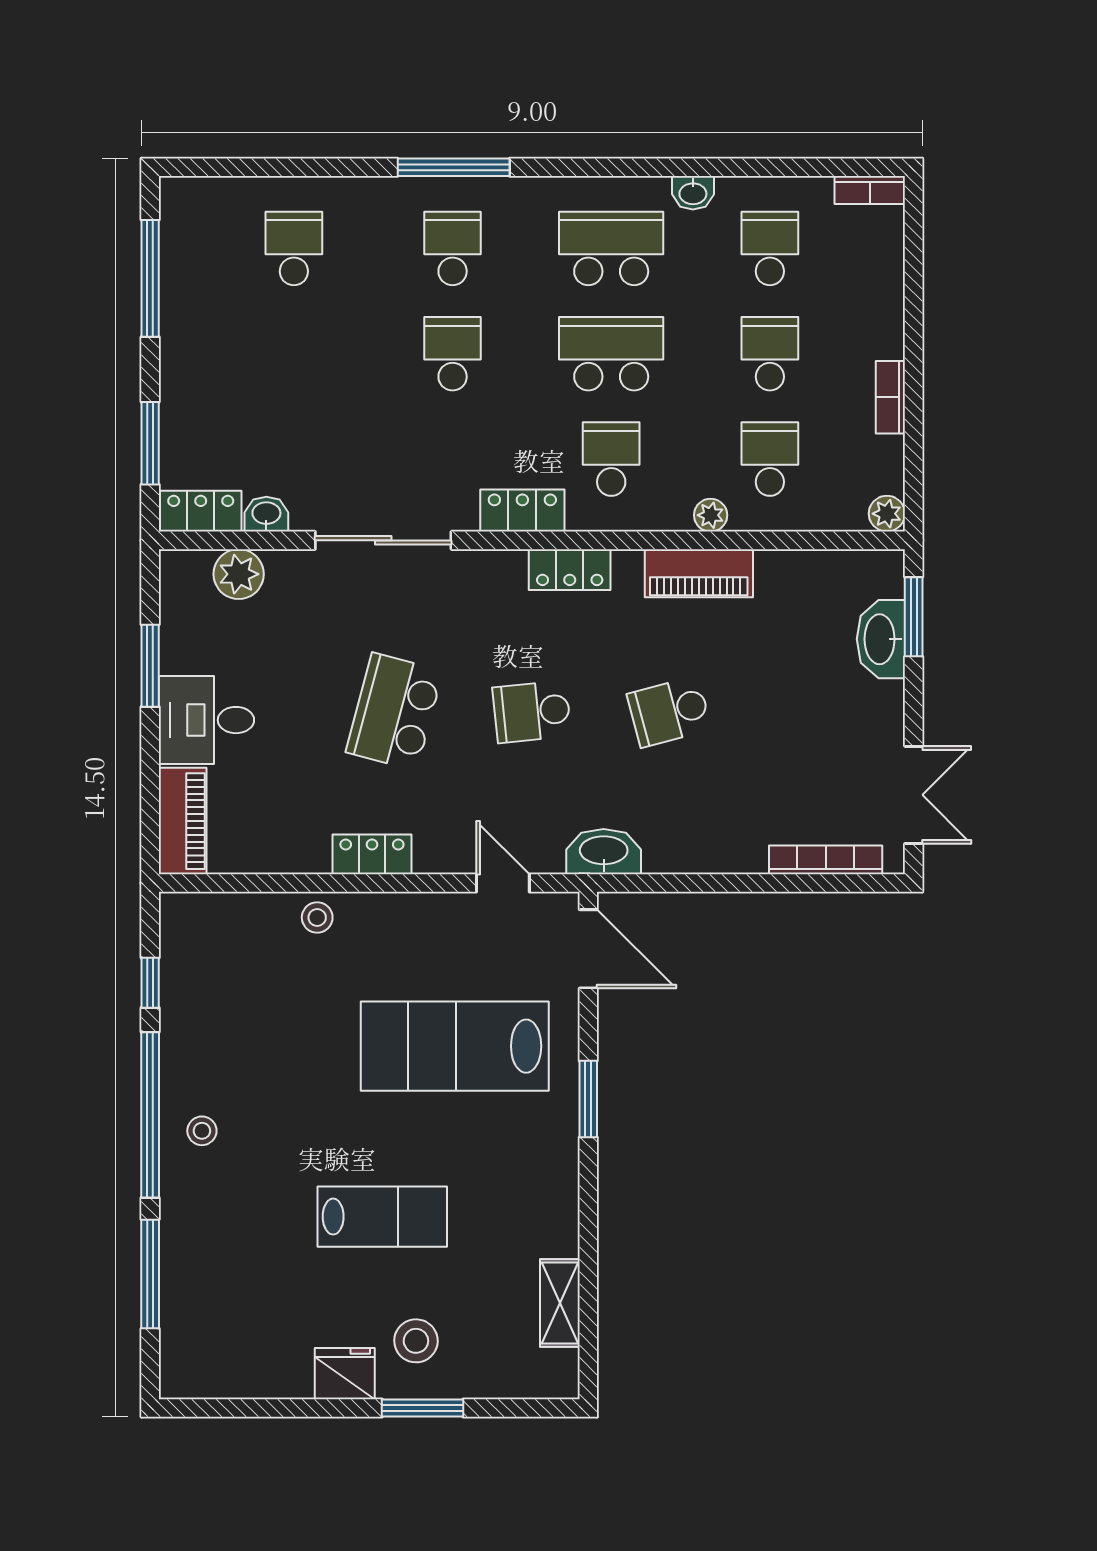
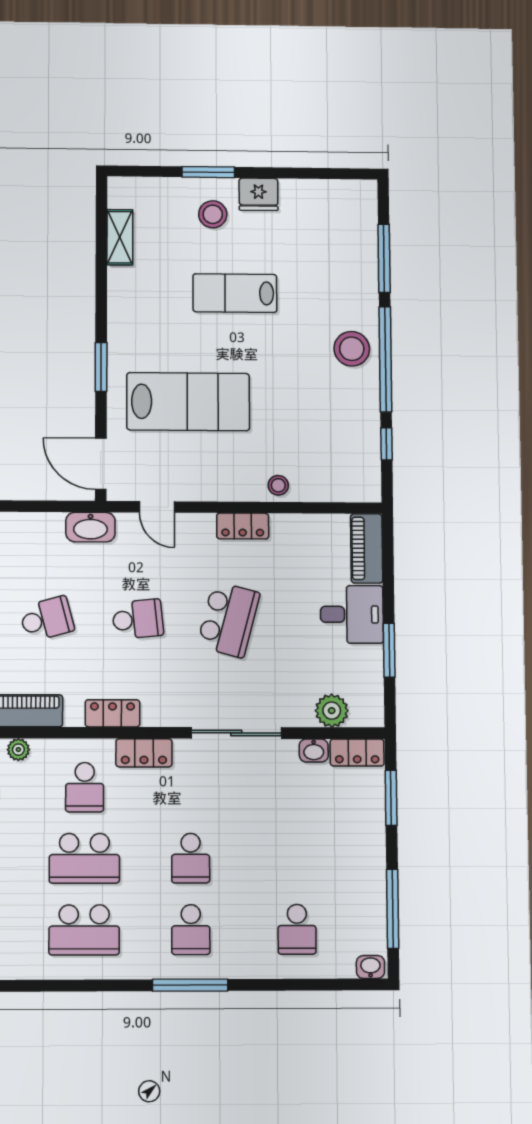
washbasin: (693, 193) -> (370, 967), moved
stool: (202, 1131) -> (352, 349), width x1.89, depth x1.89

